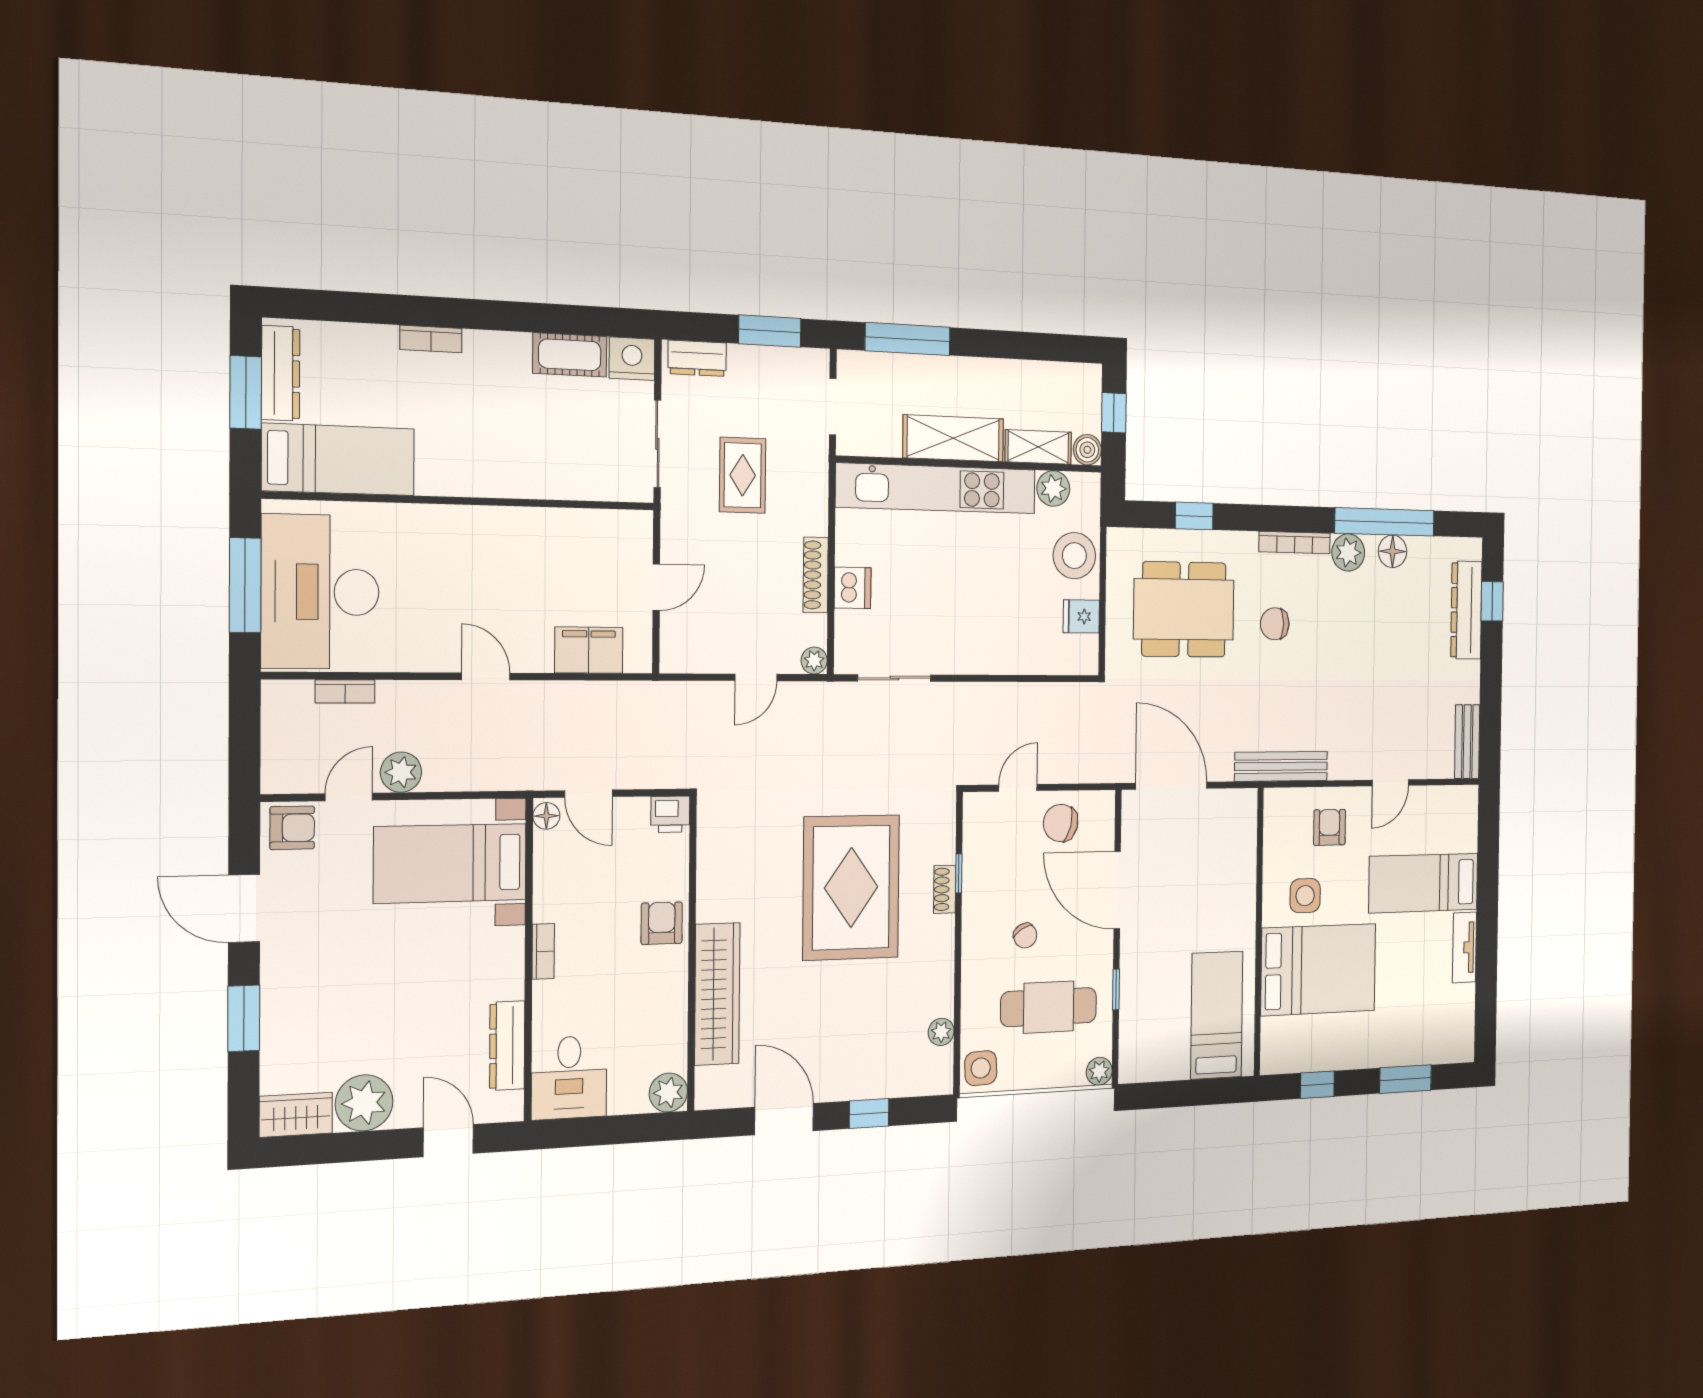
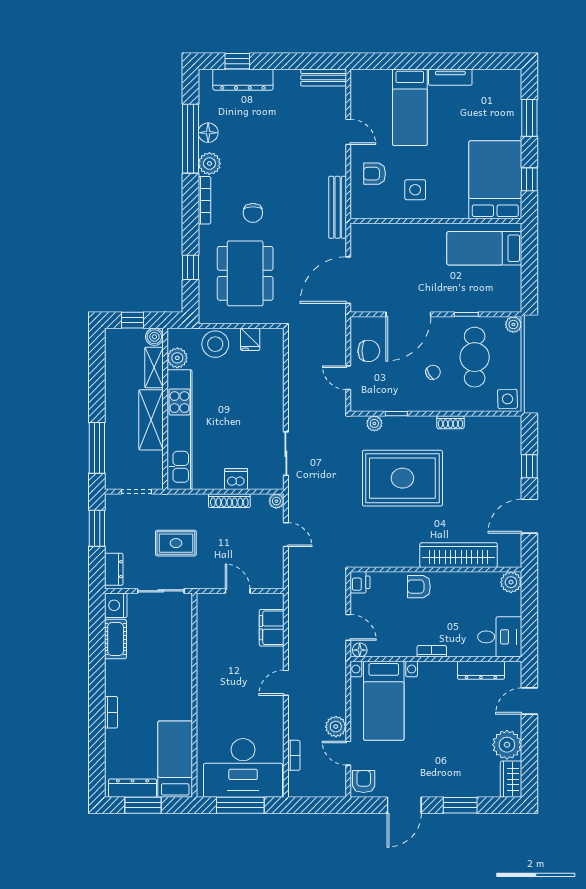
door: (589, 794) -> (348, 627), hinge flipped
chair: (1061, 823) -> (369, 351), turned -104
shoe rack: (945, 889) -> (450, 422), moved
bed: (1319, 970) -> (495, 180), moved
plant: (941, 1032) -> (374, 423), moved

